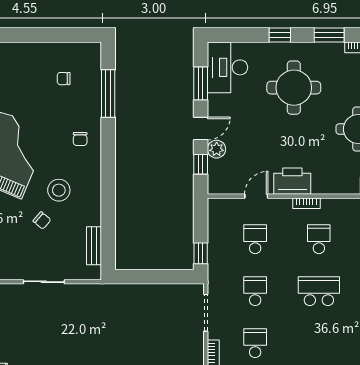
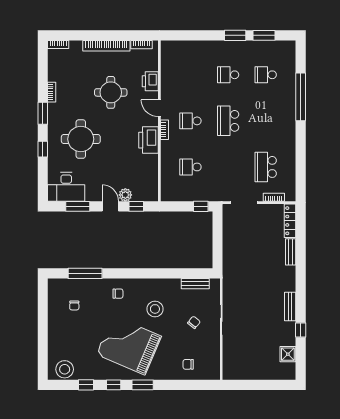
door: (256, 196) -> (159, 108), moved
chair: (42, 220) -> (194, 322), moved
school desk: (255, 291) -> (228, 167), removed
school desk: (255, 343) -> (266, 167), width x1.85

